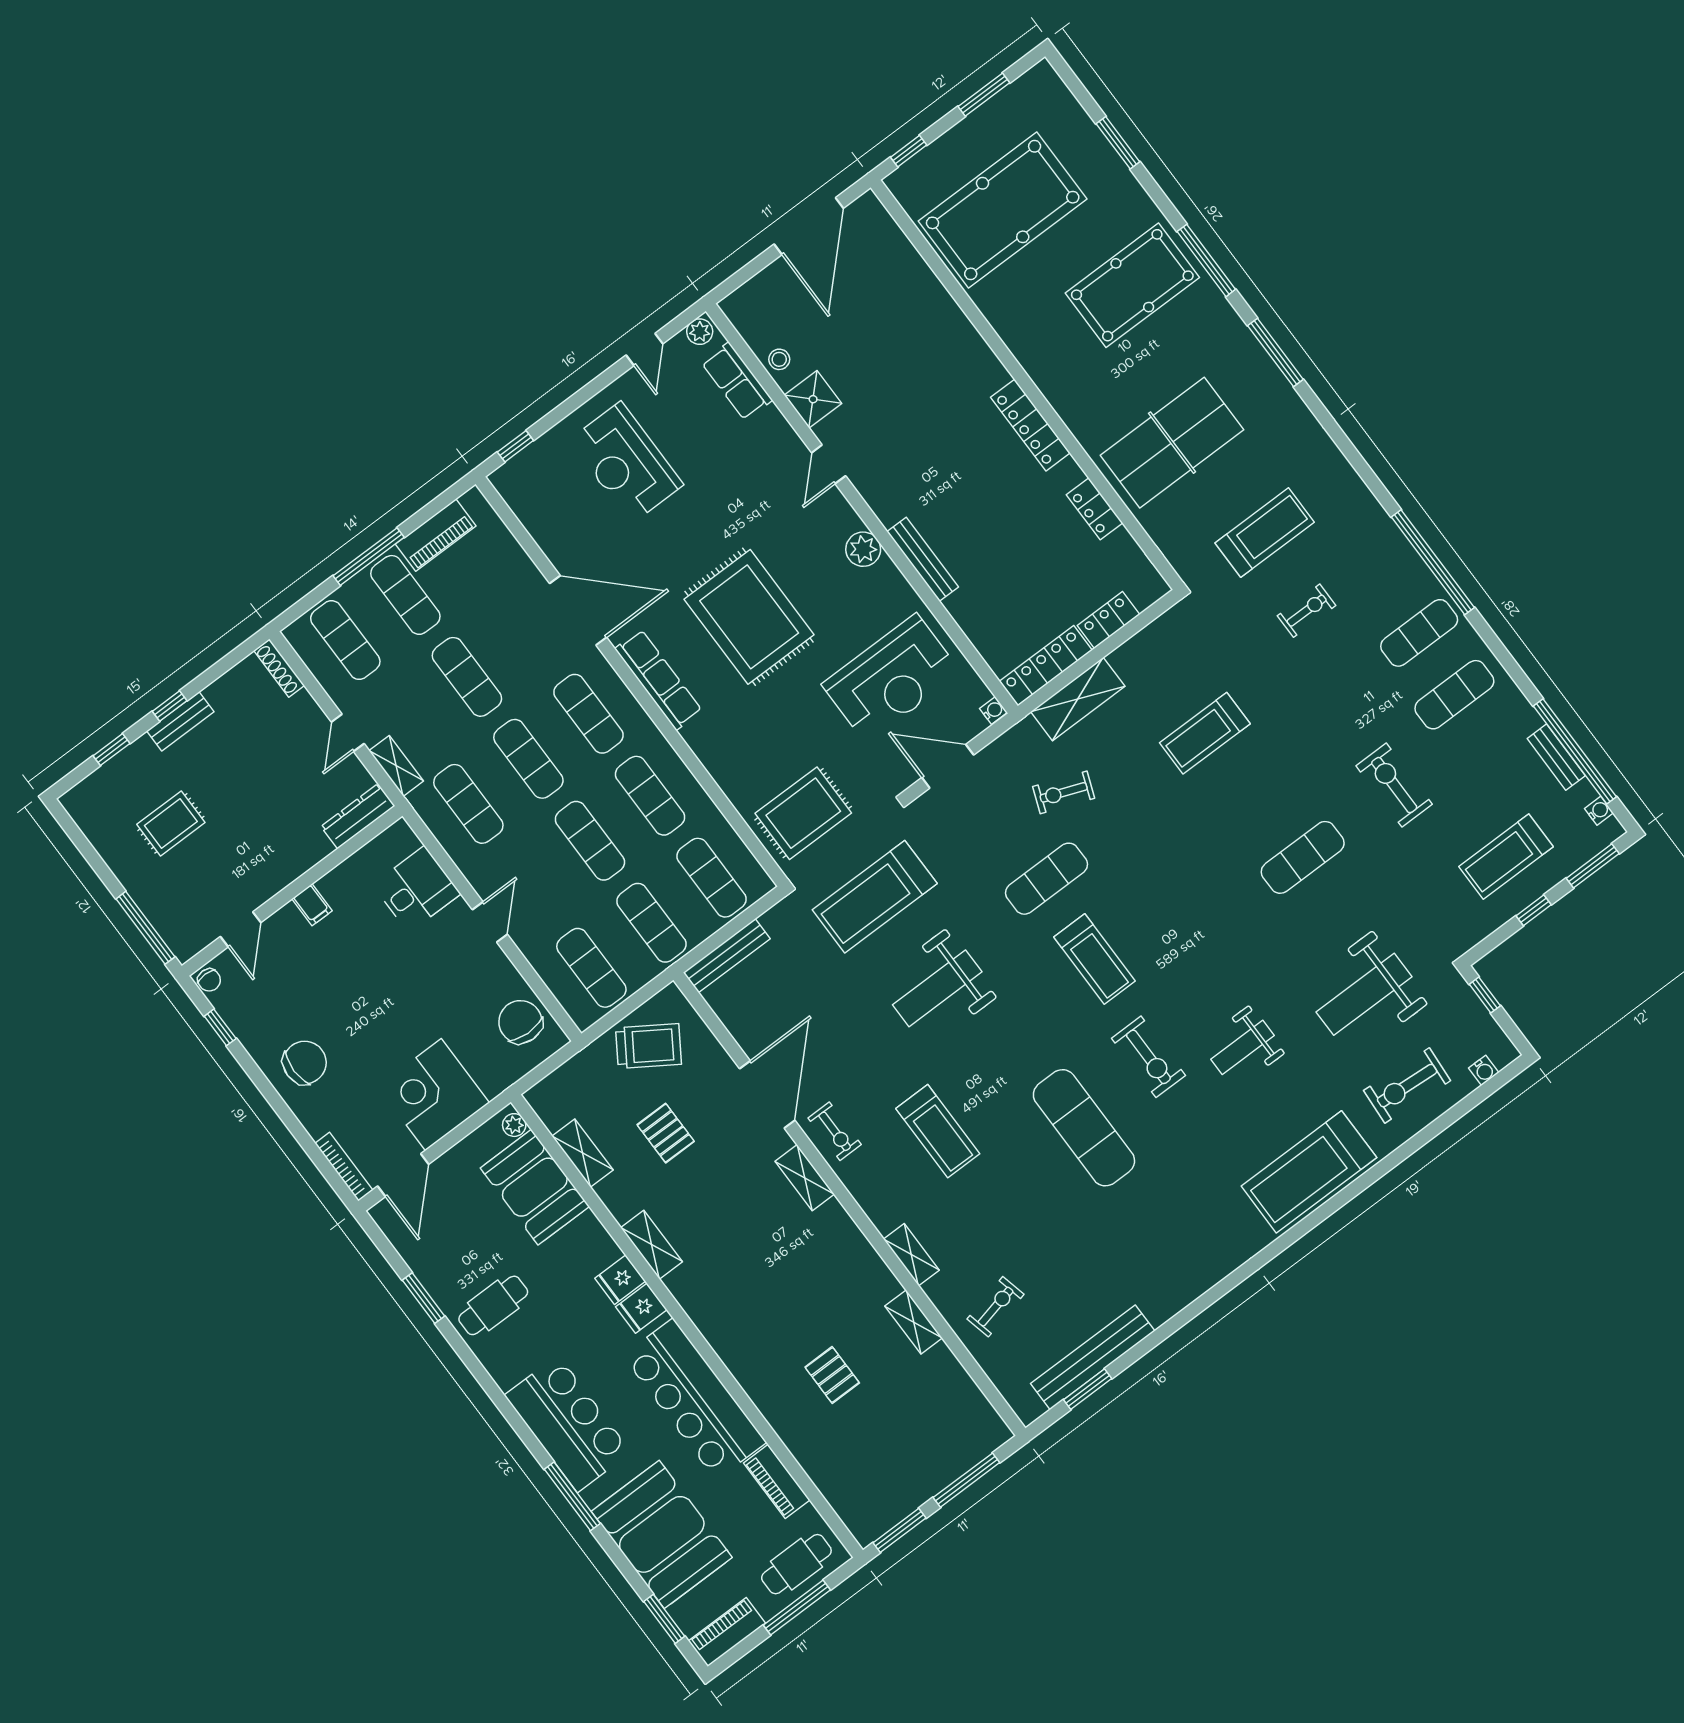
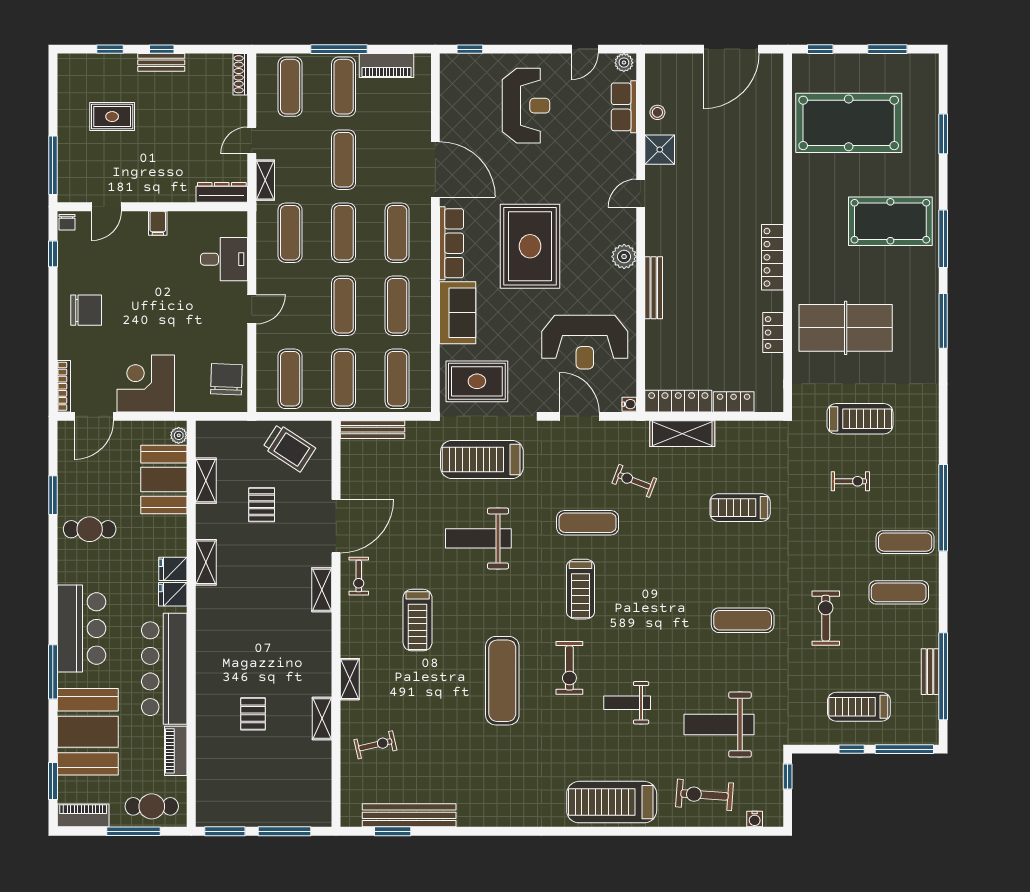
reception desk: (626, 462) -> (526, 106), turned 180
sofa: (724, 752) -> (458, 313), added
water cooler: (1599, 811) -> (931, 720), removed
window: (1593, 866) -> (904, 749), width x1.44

